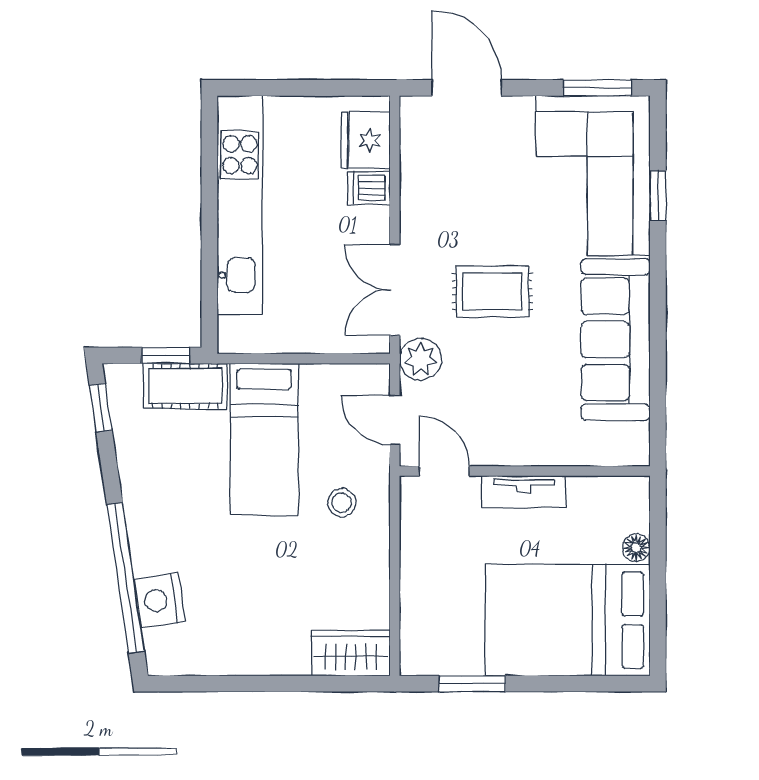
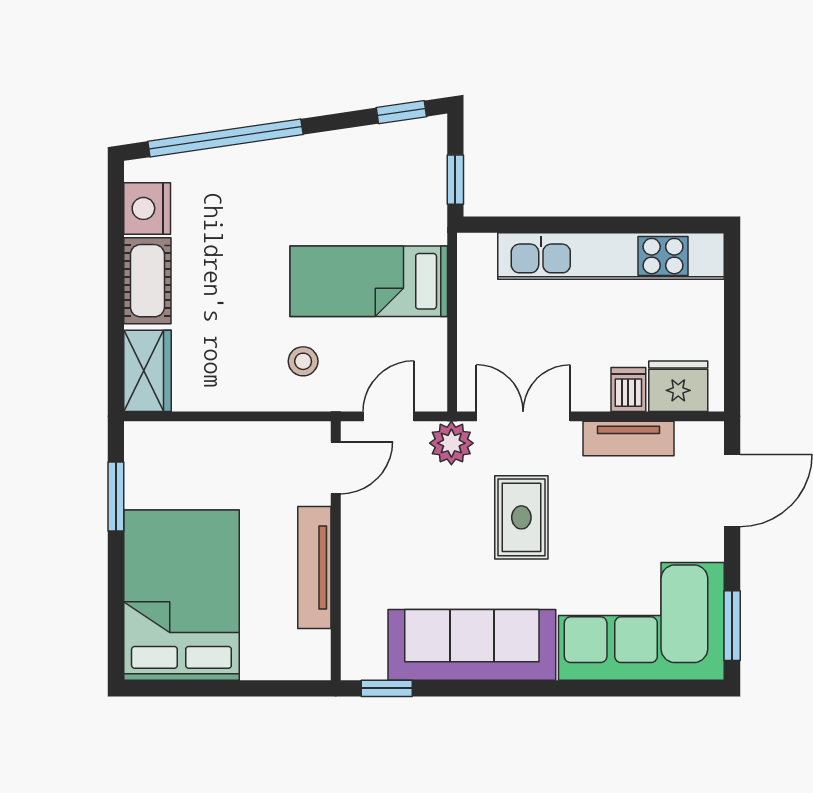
tv unit: (416, 188) -> (628, 439), added
window: (658, 196) -> (387, 688), moved
cot: (185, 386) -> (147, 281), moved
tv unit: (524, 492) -> (314, 568), width x1.41
floor lamp: (636, 548) -> (257, 666), removed
nightstand: (159, 600) -> (147, 208), moved, turned -82

